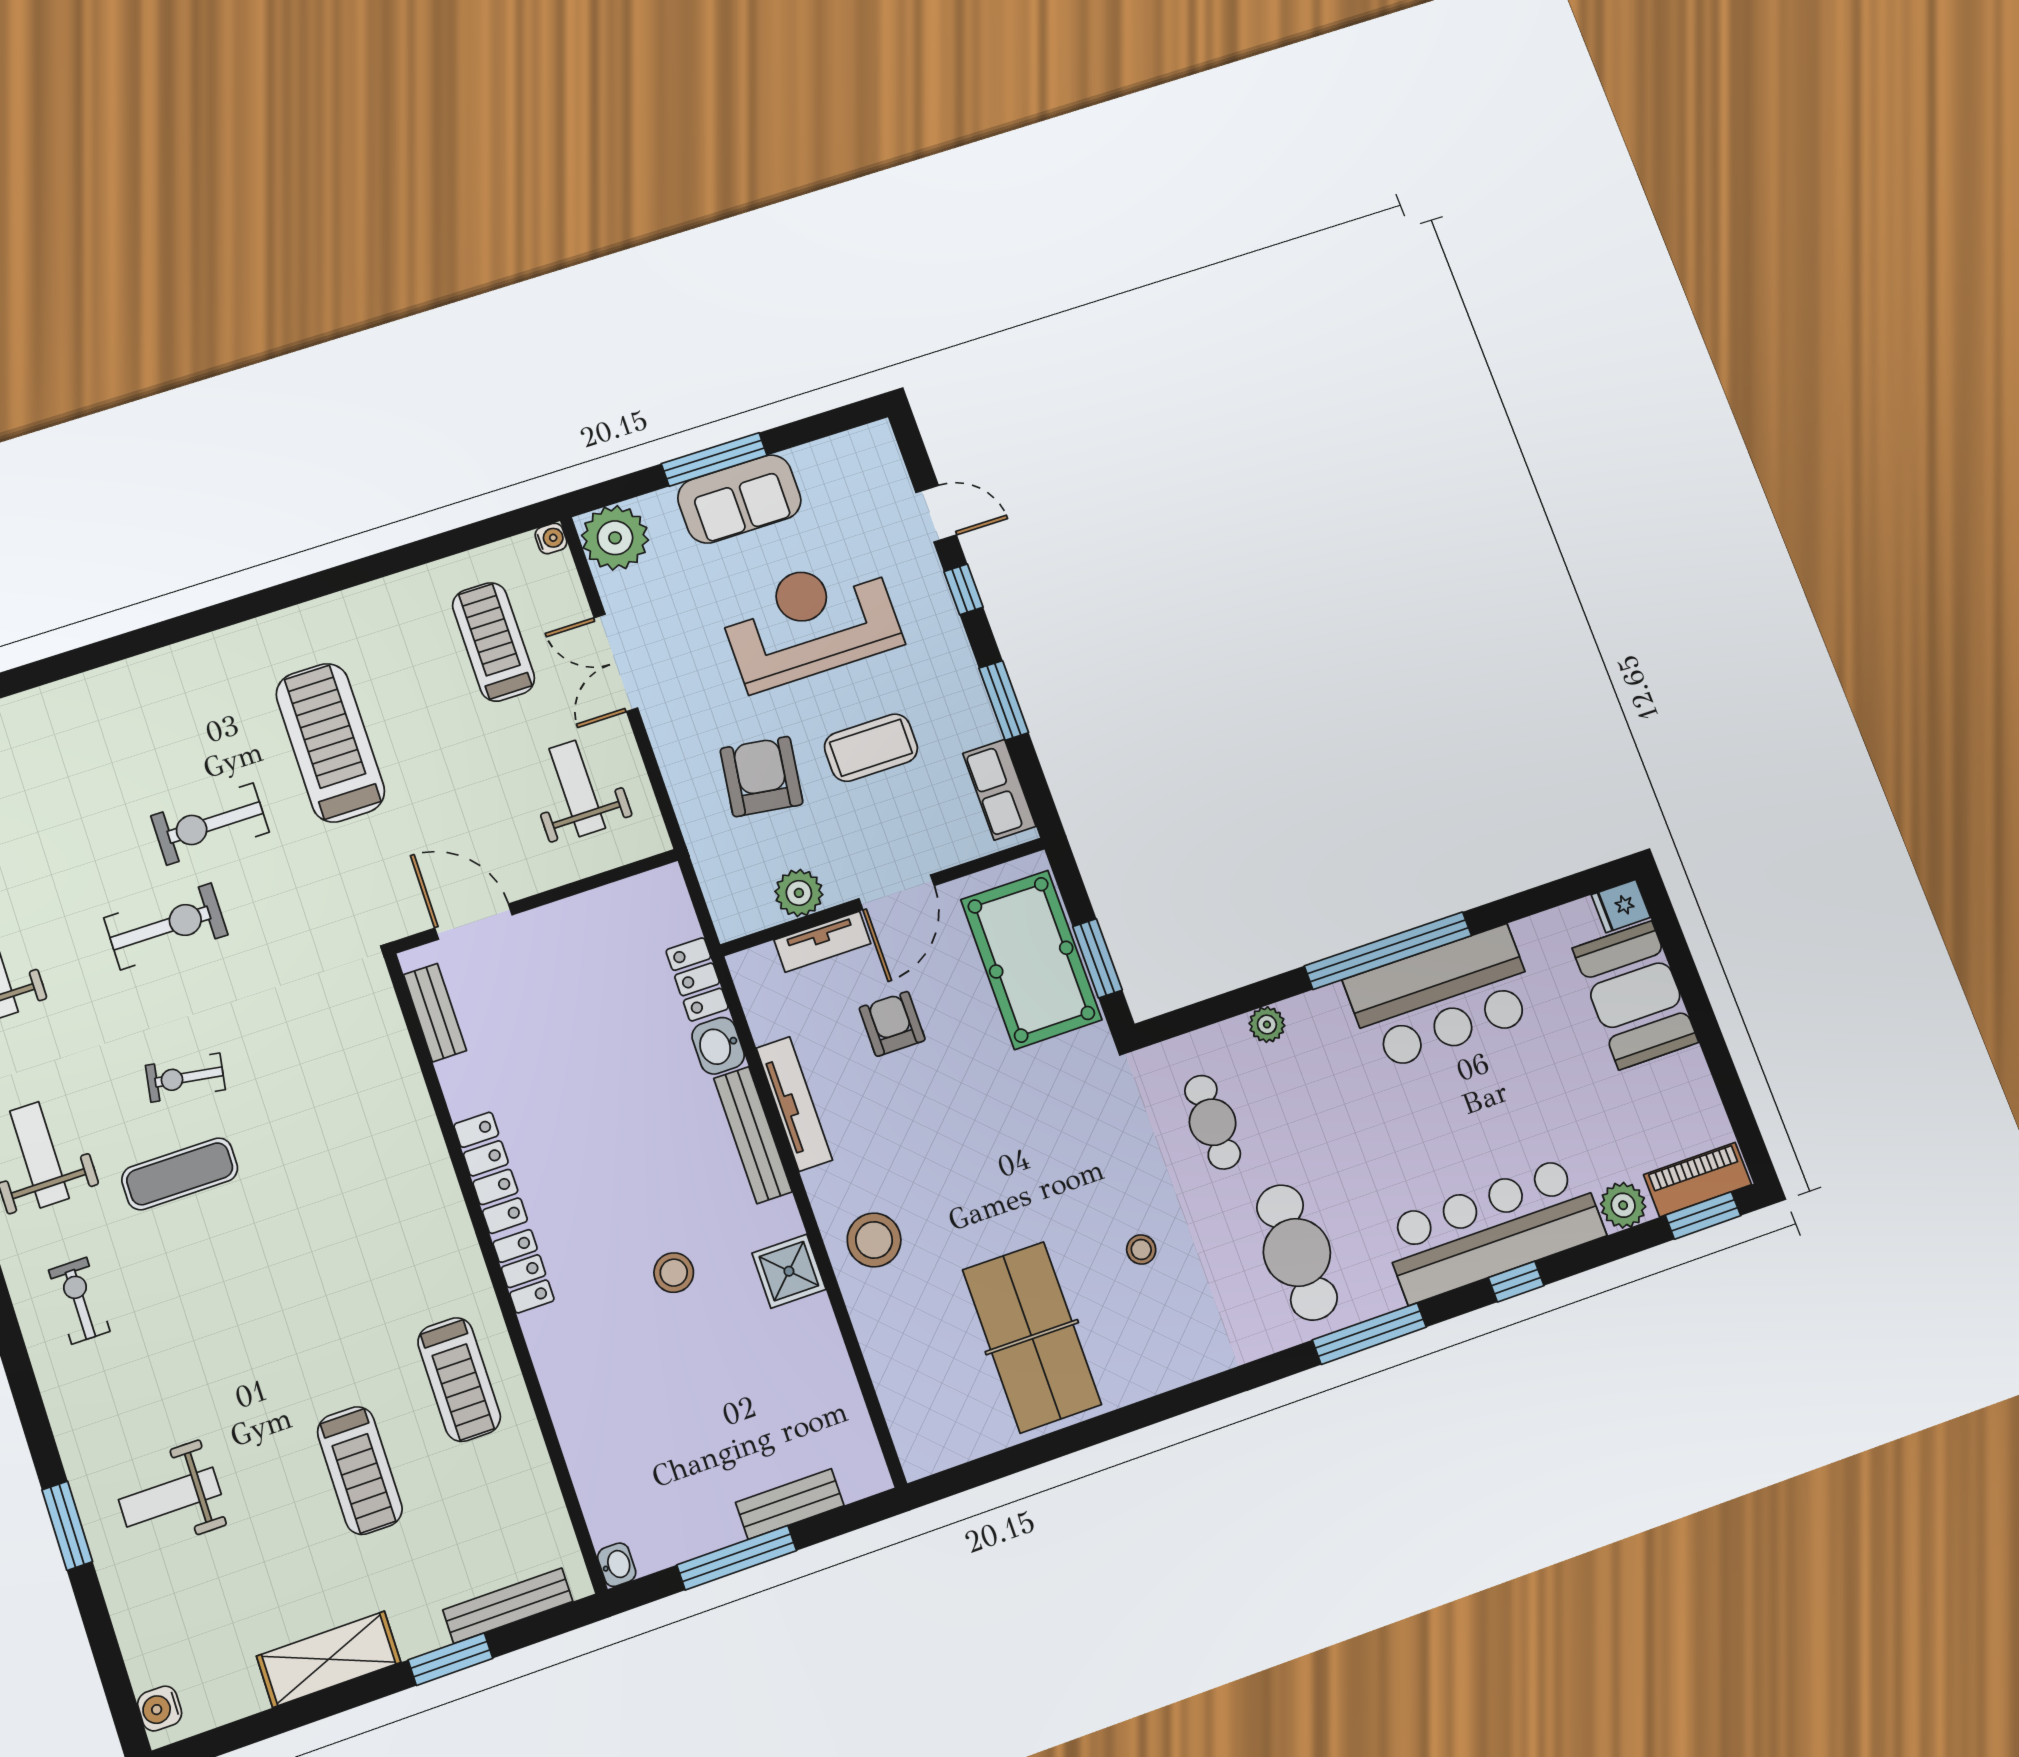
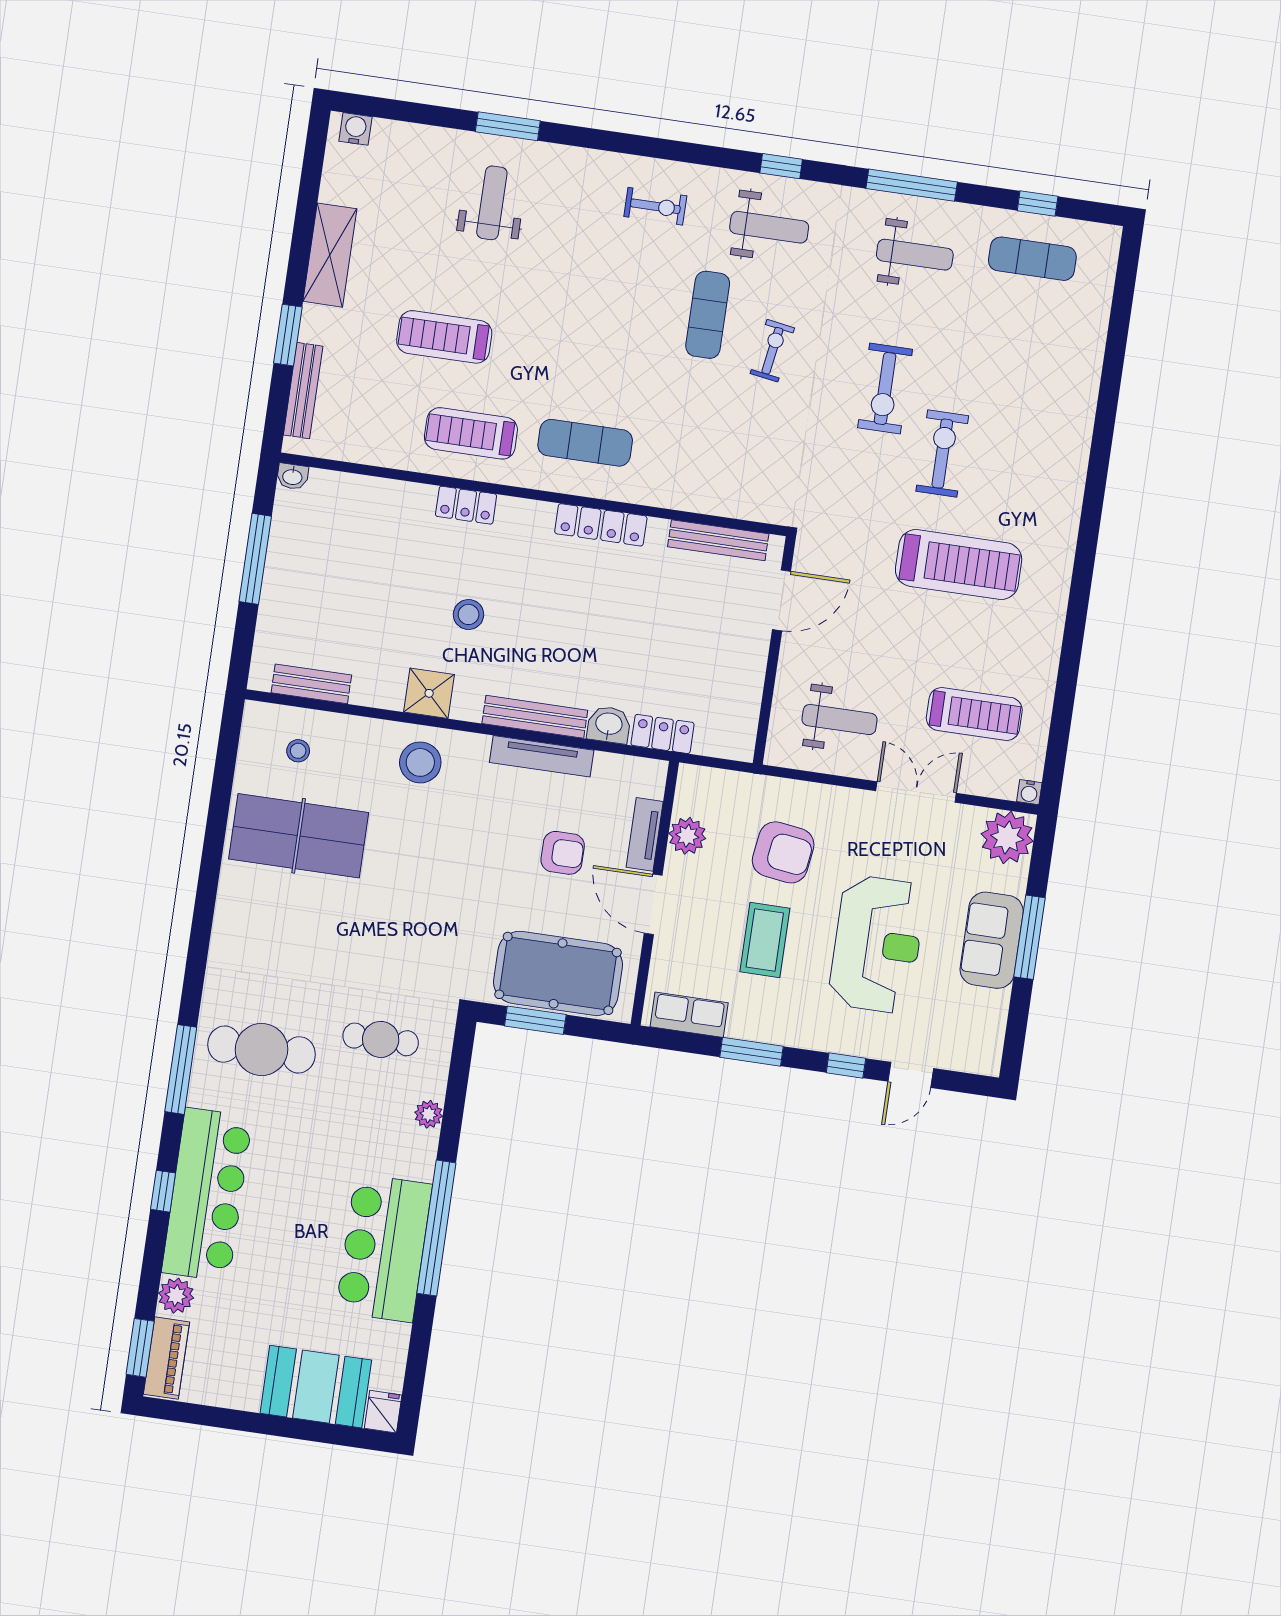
bench: (435, 1013) -> (718, 540), width x1.36
exercise mat: (403, 1240) -> (585, 443), added
stool: (1141, 1249) -> (298, 751), moved
locker: (523, 1271) -> (466, 505), moved
bench: (790, 1504) -> (311, 684), moved, turned 90

